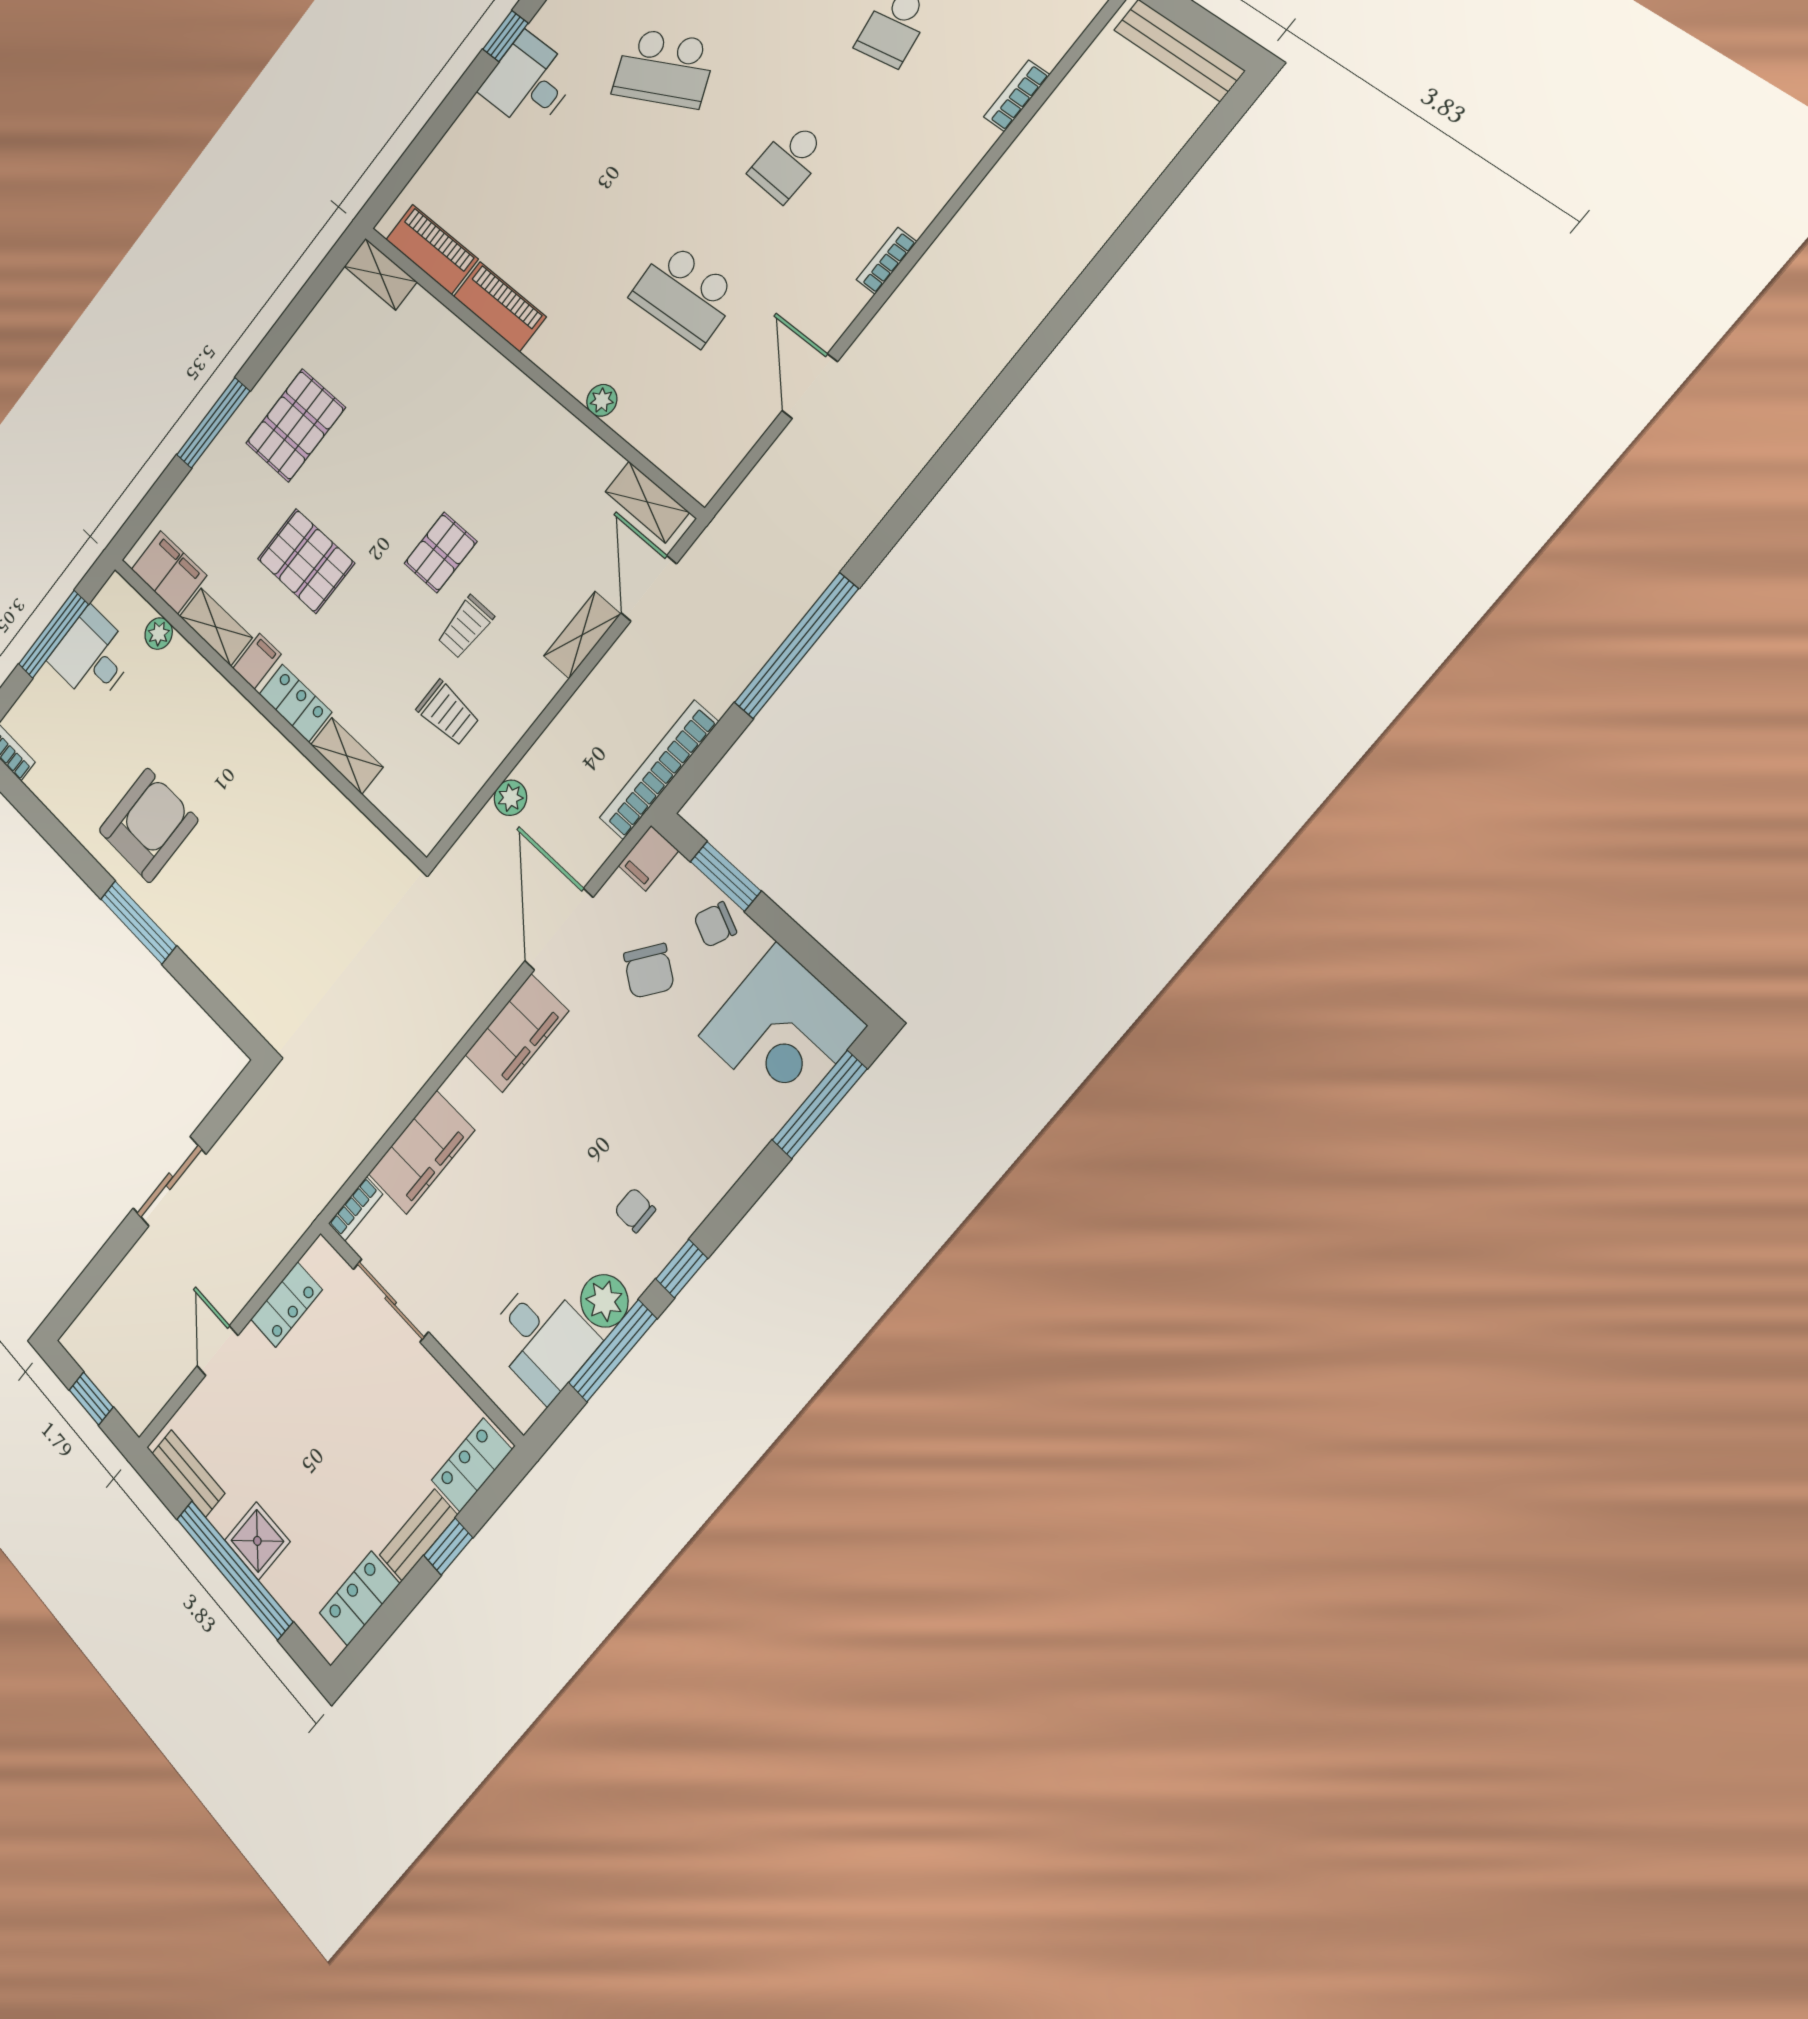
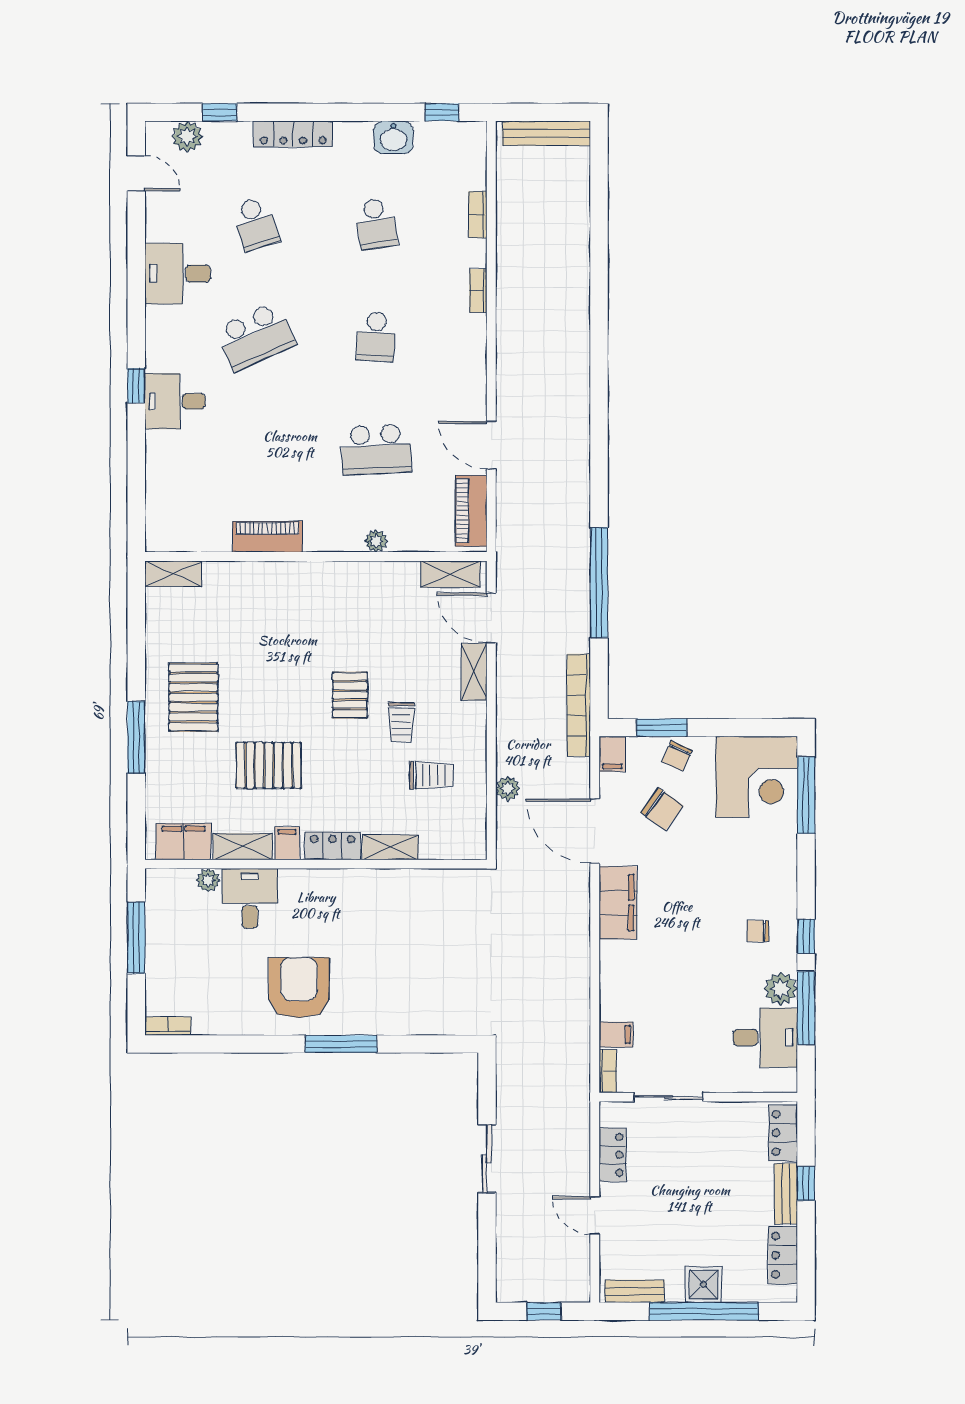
piano: (432, 249) -> (471, 511), moved, turned -90
bookcase: (887, 261) -> (478, 291), moved
desk: (92, 656) -> (250, 898), moved, turned 90
filing cabinet: (421, 1152) -> (616, 1034), width x0.33, depth x0.86

